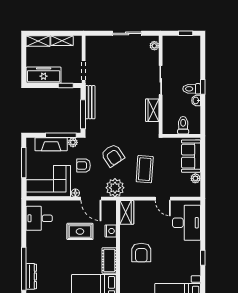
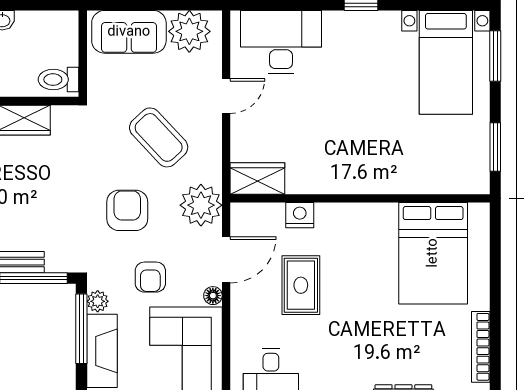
toilet: (183, 125) -> (59, 80), moved
armchair: (113, 155) -> (127, 210), turned -56
coffee table: (145, 169) -> (159, 137), turned 43
plant: (195, 178) -> (189, 31), width x1.88, depth x1.88
armchair: (141, 253) -> (349, 145), removed
cot: (109, 261) -> (367, 218), removed

